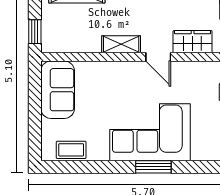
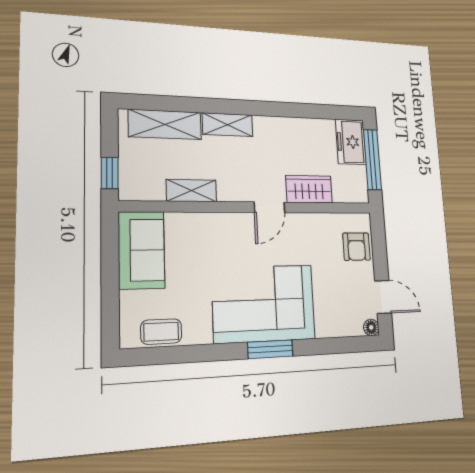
shelving: (121, 44) -> (191, 191), moved
door: (158, 57) -> (269, 207), hinge flipped

